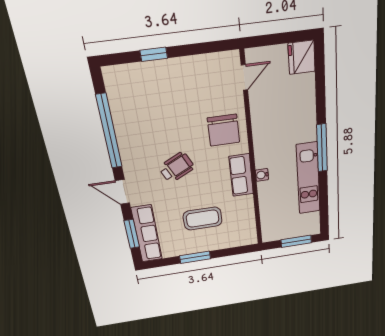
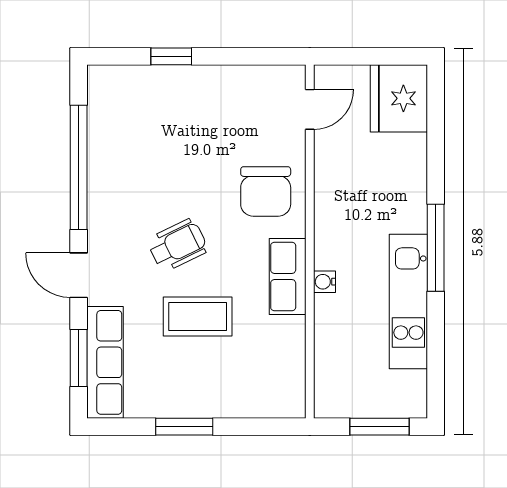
fridge: (302, 57) -> (399, 98), width x1.36, depth x1.34
coffee table: (203, 219) -> (198, 317), moved

